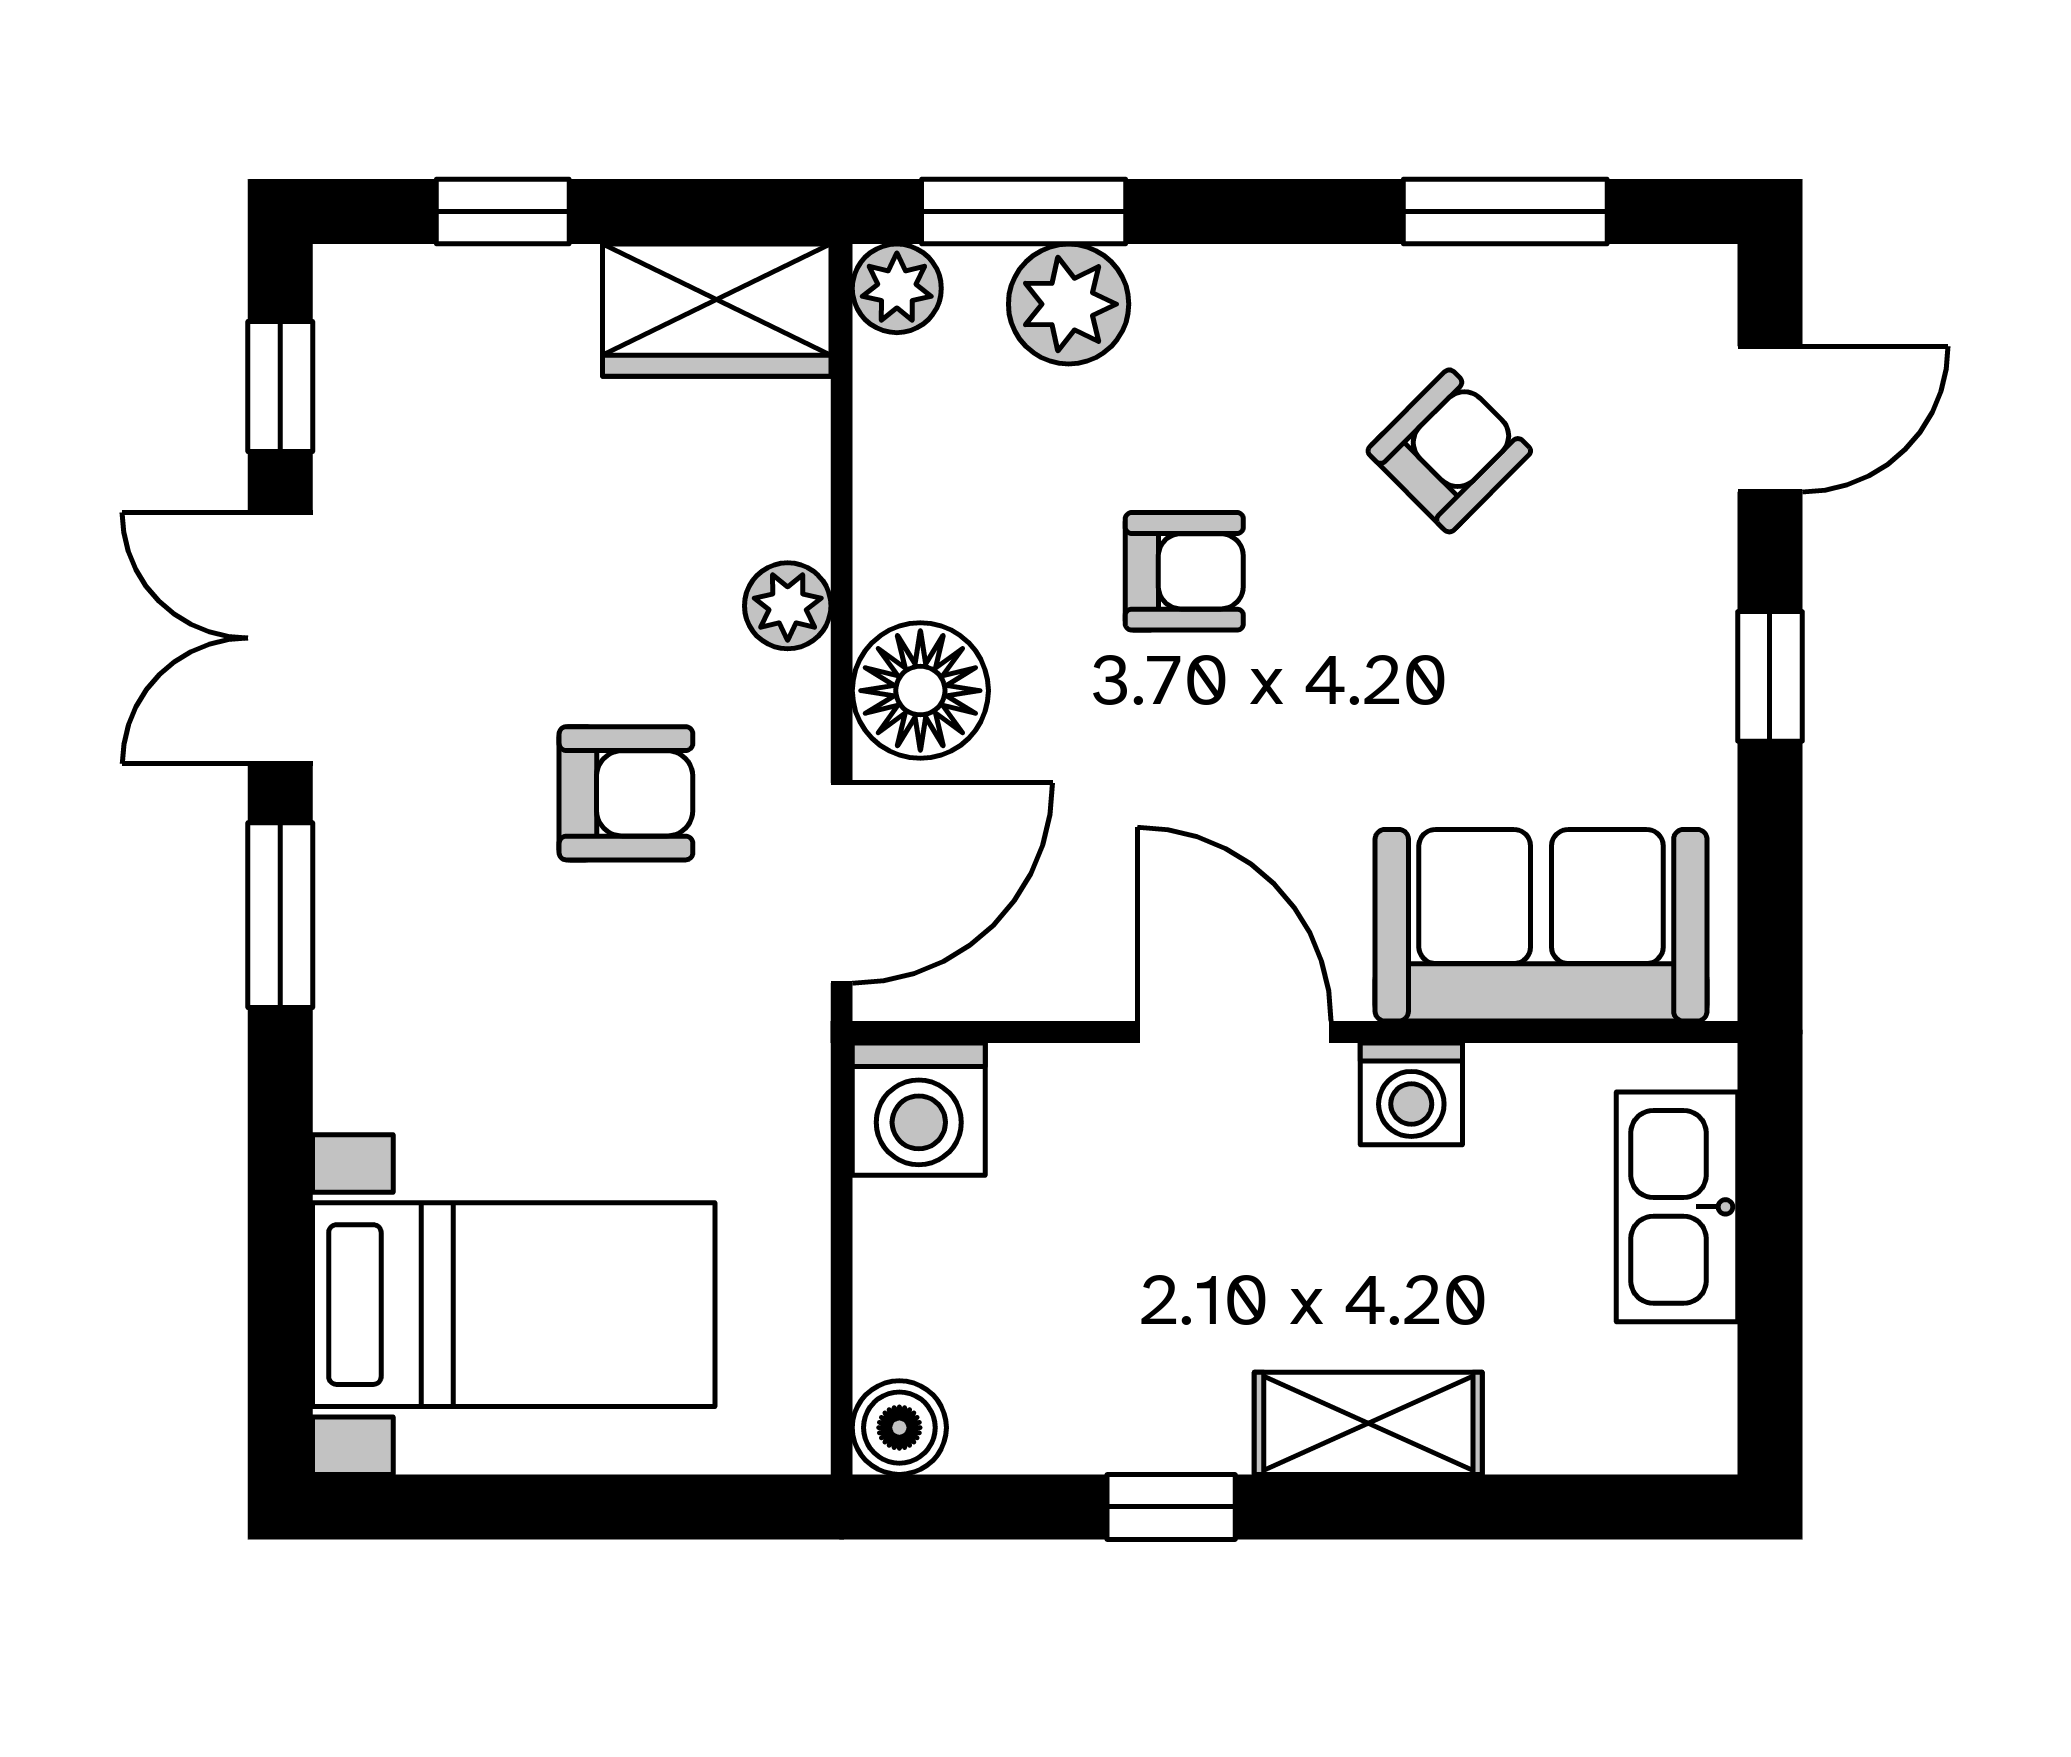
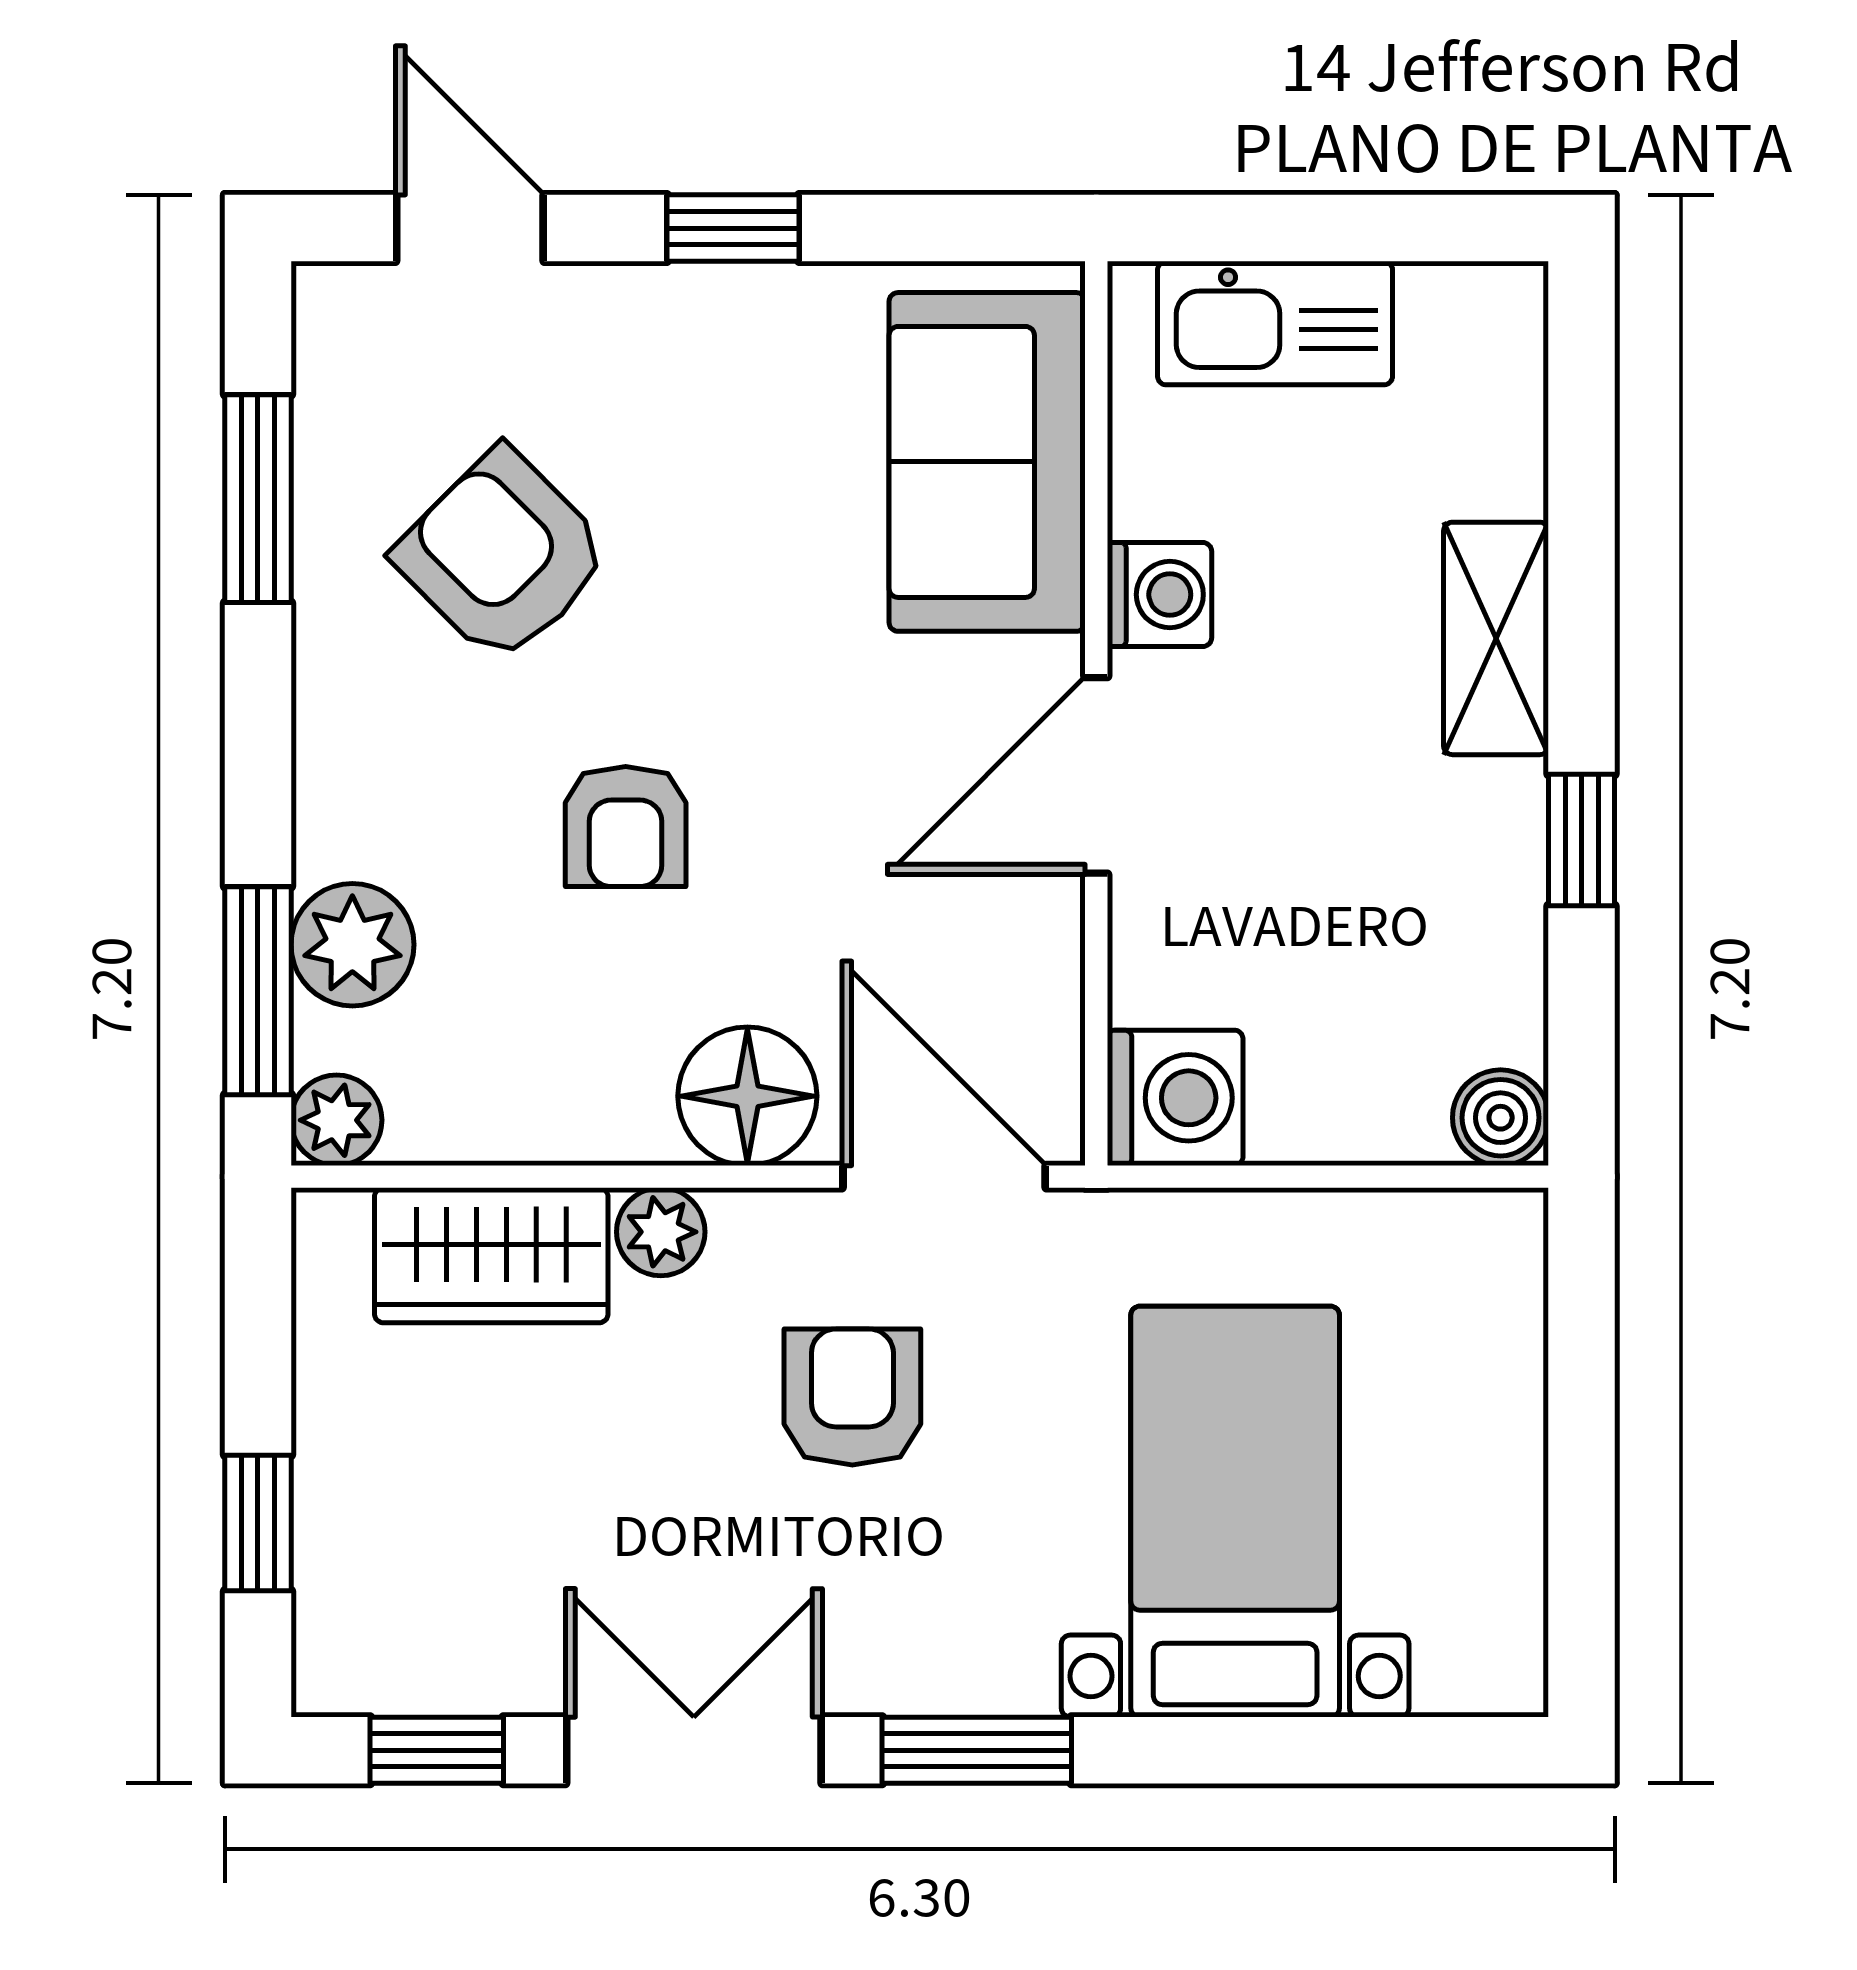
wardrobe: (717, 310) -> (491, 1255), moved, turned 90
armchair: (1449, 451) -> (503, 556), width x1.38, depth x1.38
armchair: (1184, 571) -> (626, 826), turned 180
double door: (280, 638) -> (694, 1750), swing flipped
bed with nightstands: (514, 1305) -> (1235, 1512), moved

